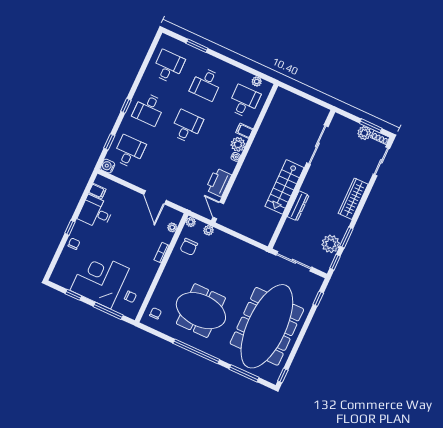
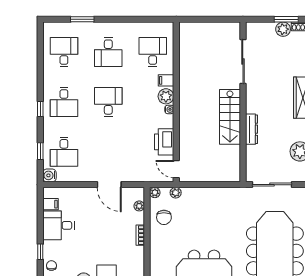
plant: (257, 81) -> (156, 27), removed
desk: (129, 152) -> (64, 152), turned 180

